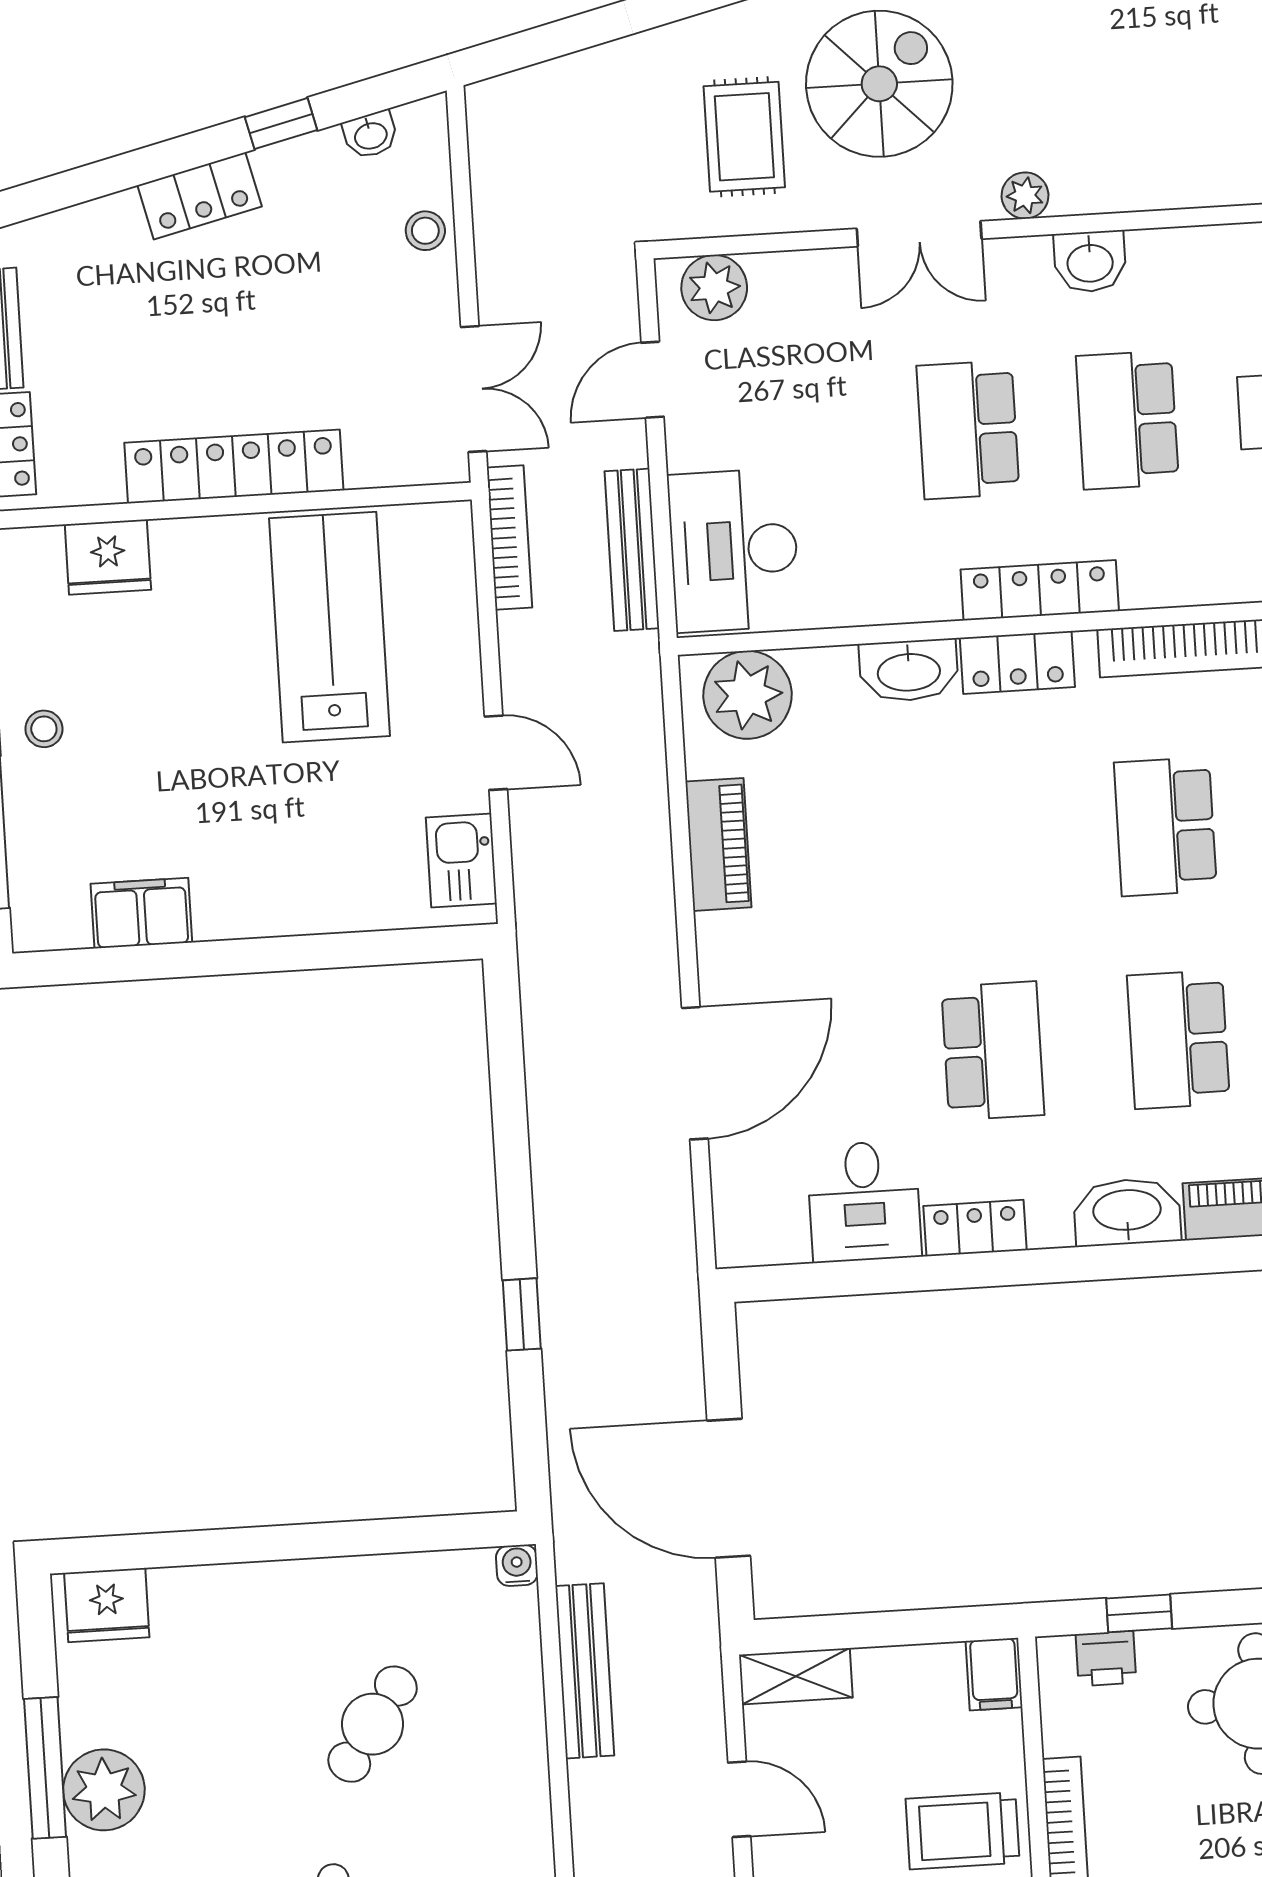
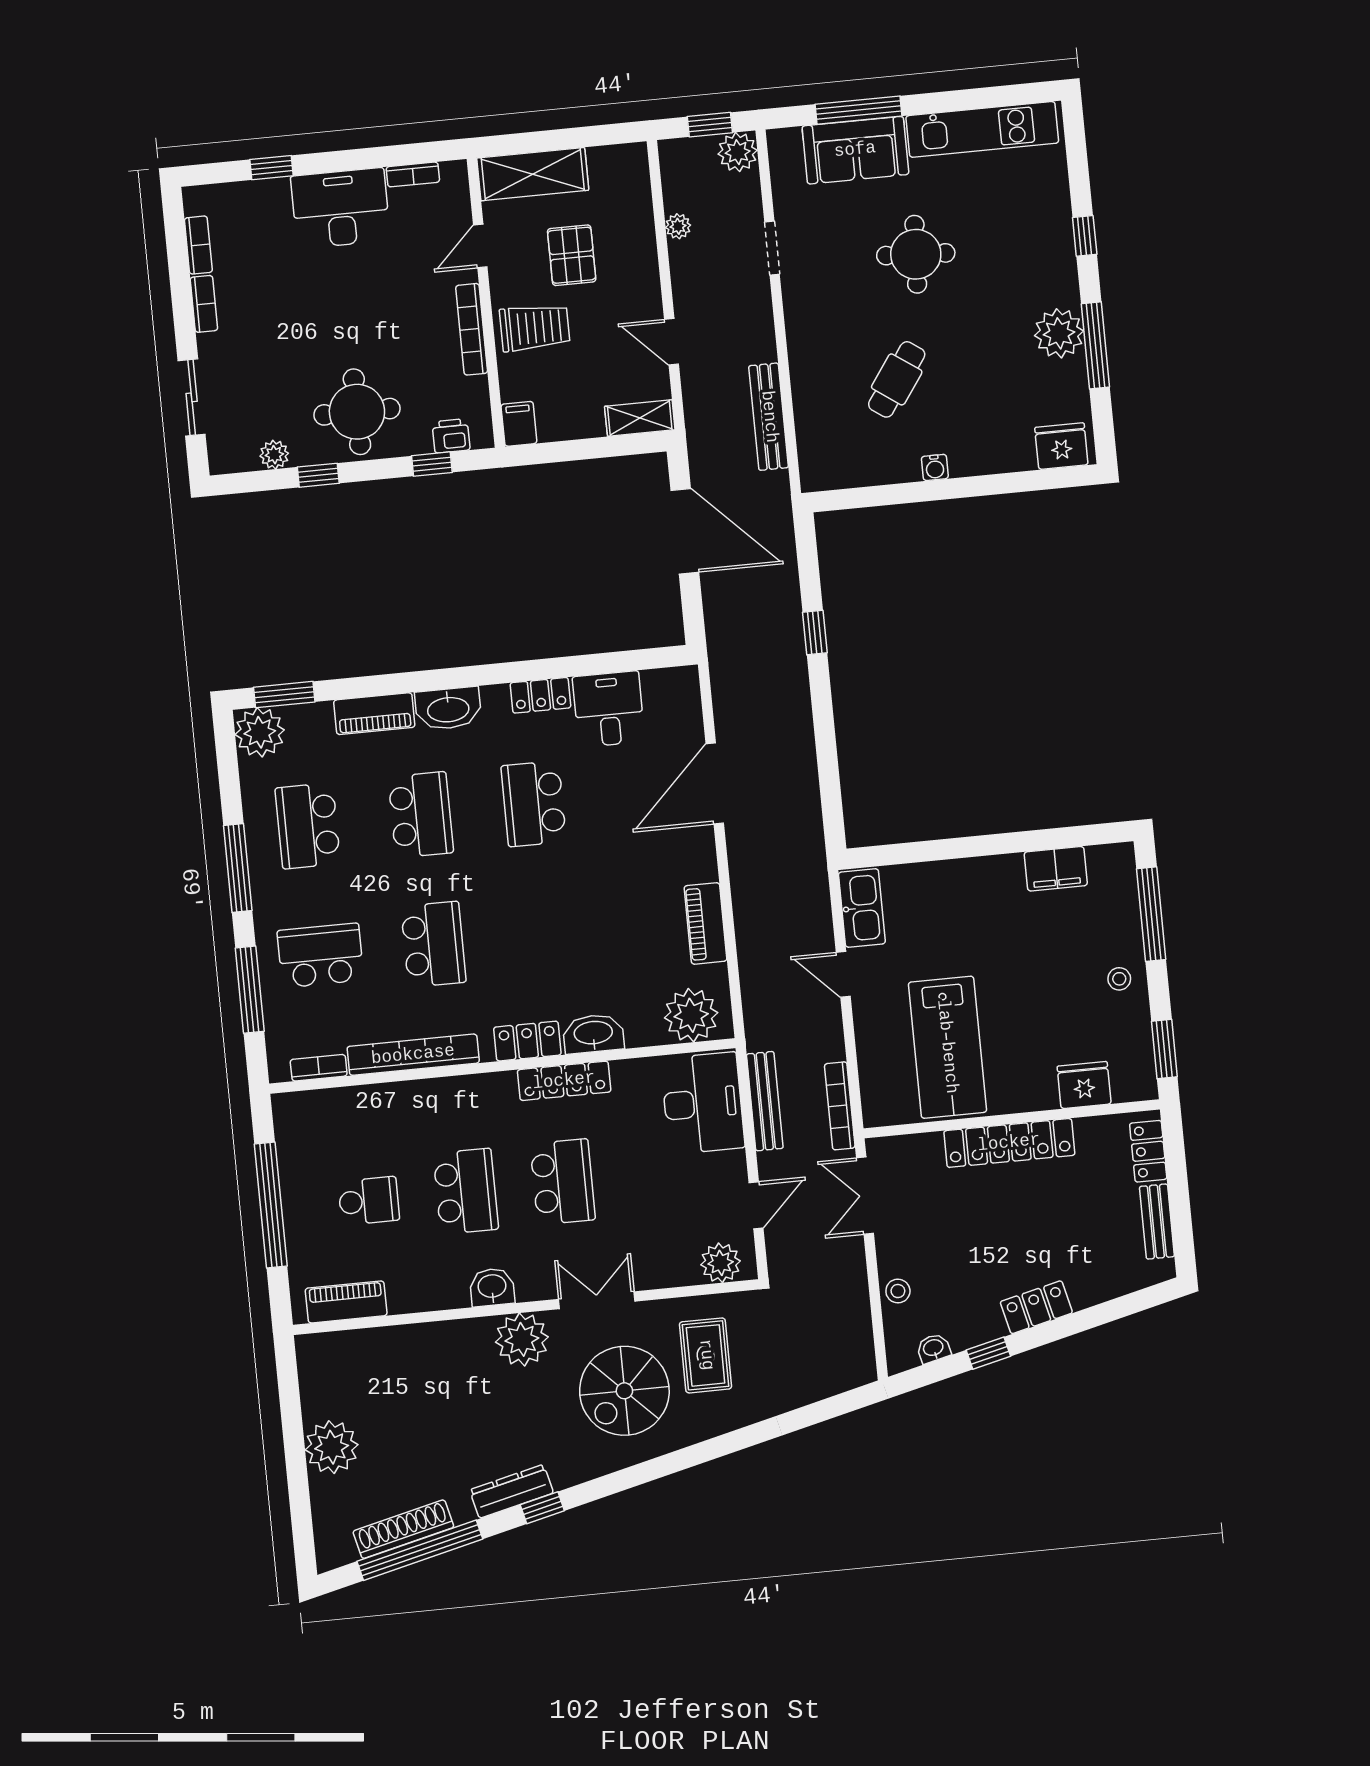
plant: (1025, 196) -> (522, 1339), width x1.87, depth x1.87
locker: (1040, 590) -> (564, 1081), moved
kitchen sink: (461, 860) -> (862, 908), width x1.38
water cooler: (517, 1565) -> (935, 467), moved

